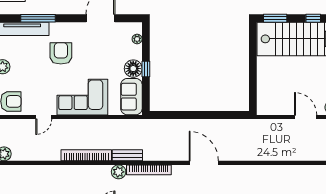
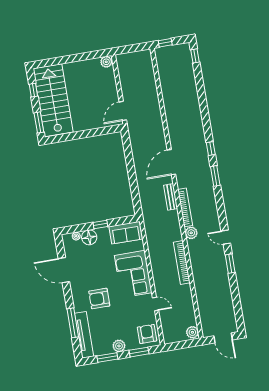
floor lamp: (133, 69) -> (89, 237), moved
door: (306, 117) -> (123, 111), moved
bench: (127, 155) -> (171, 197), moved

